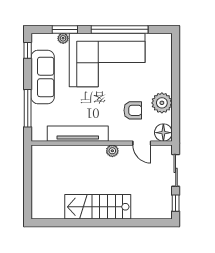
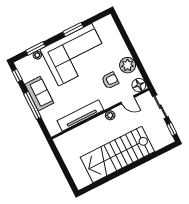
window: (120, 29) -> (73, 29), width x0.47
sofa: (43, 77) -> (39, 94), width x0.73
window: (28, 108) -> (32, 105), moved
stairs: (98, 207) -> (117, 154), width x1.36, depth x1.51

